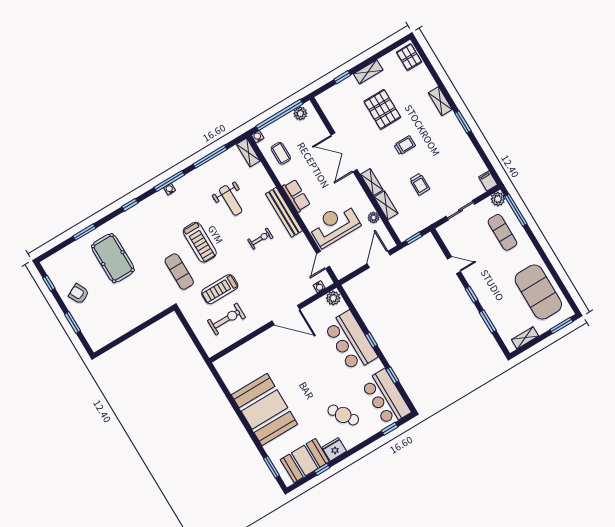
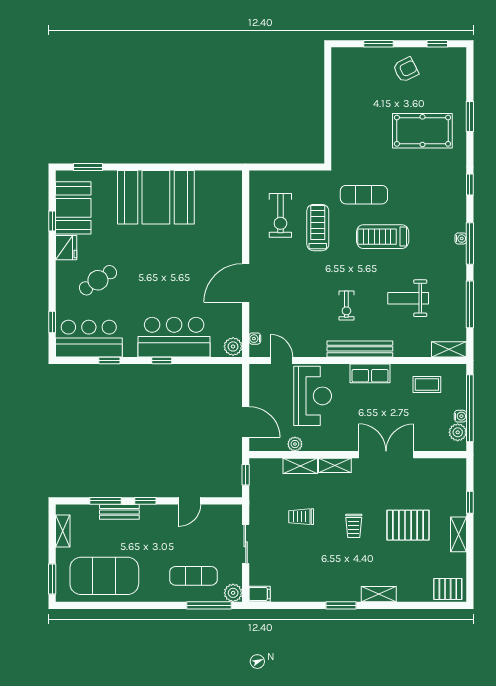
water cooler: (258, 137) -> (460, 416), moved
bench: (489, 308) -> (119, 512), added

